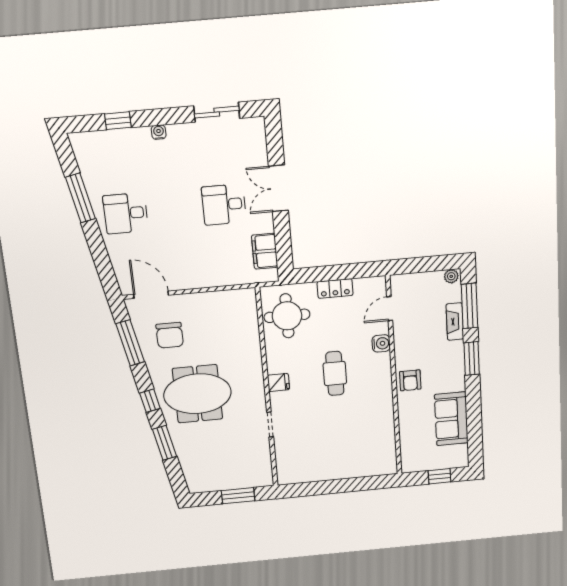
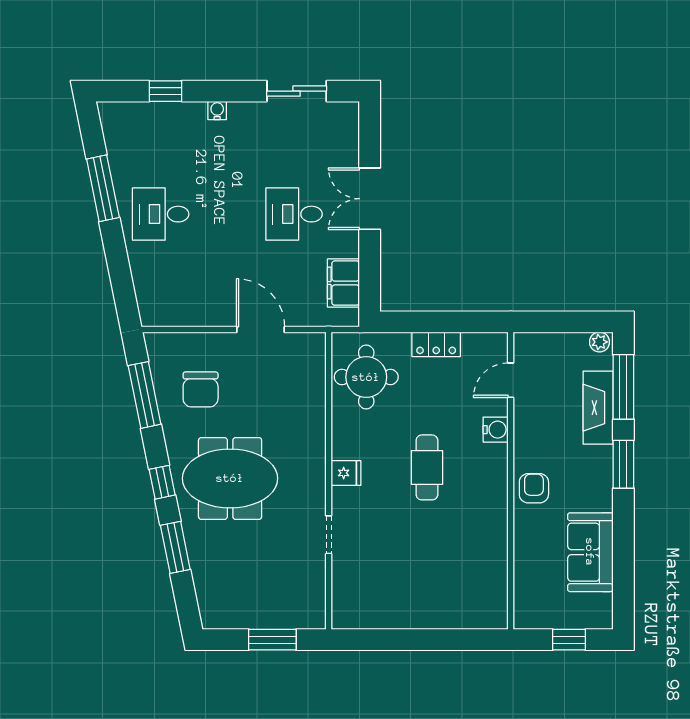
door: (151, 295) -> (261, 329), moved
fireplace: (455, 322) -> (598, 408), width x1.37, depth x1.32
armchair: (410, 380) -> (534, 488), turned 180

